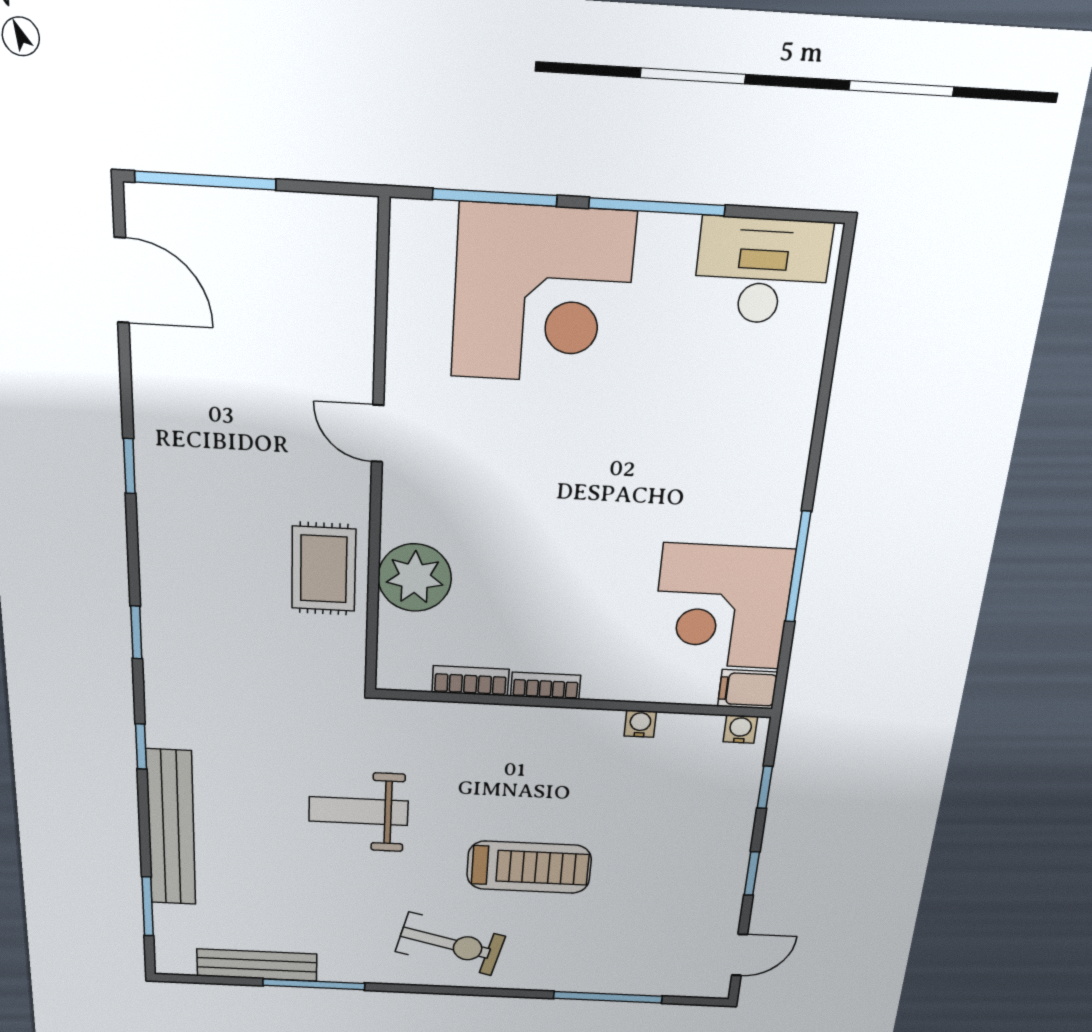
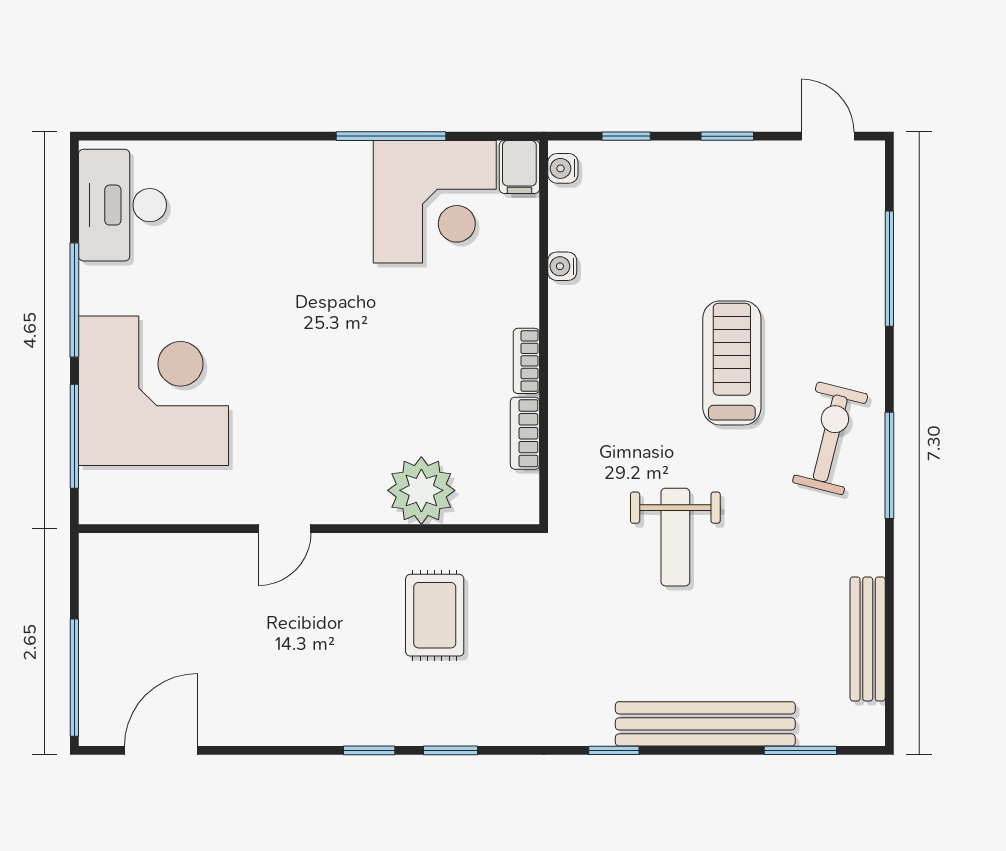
window: (129, 466) -> (369, 750), moved
rug: (324, 569) -> (435, 615), moved, turned 90
window: (136, 632) -> (450, 750), moved
window: (314, 984) -> (889, 465), moved

